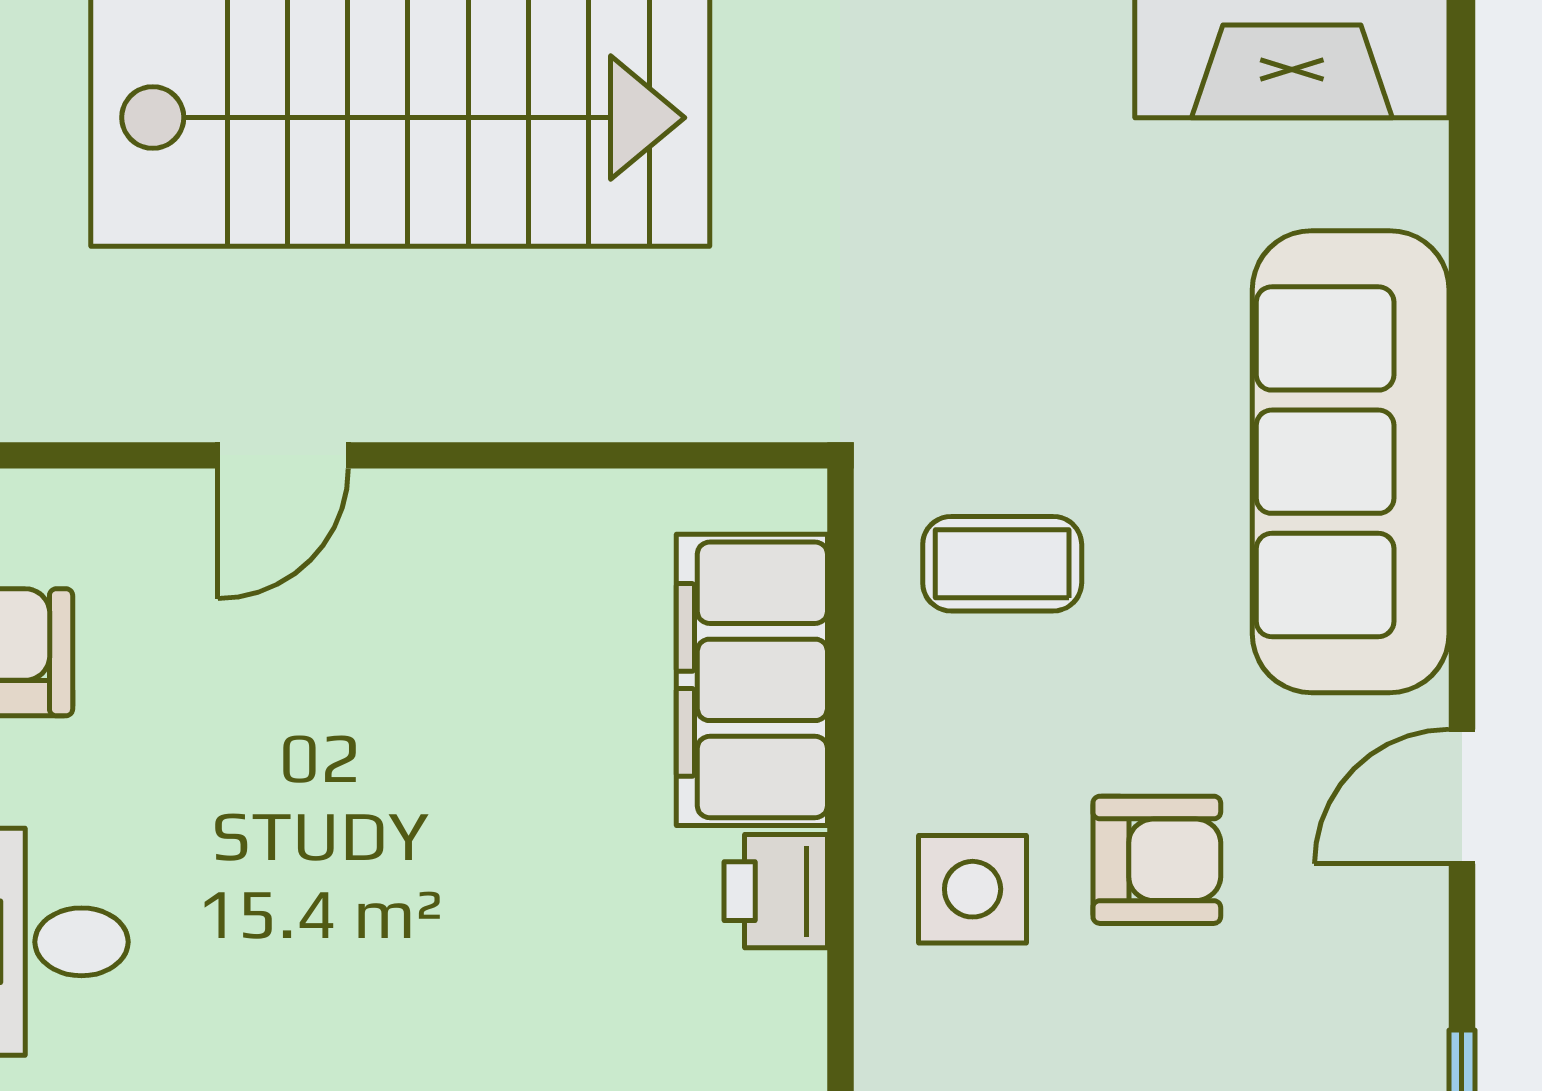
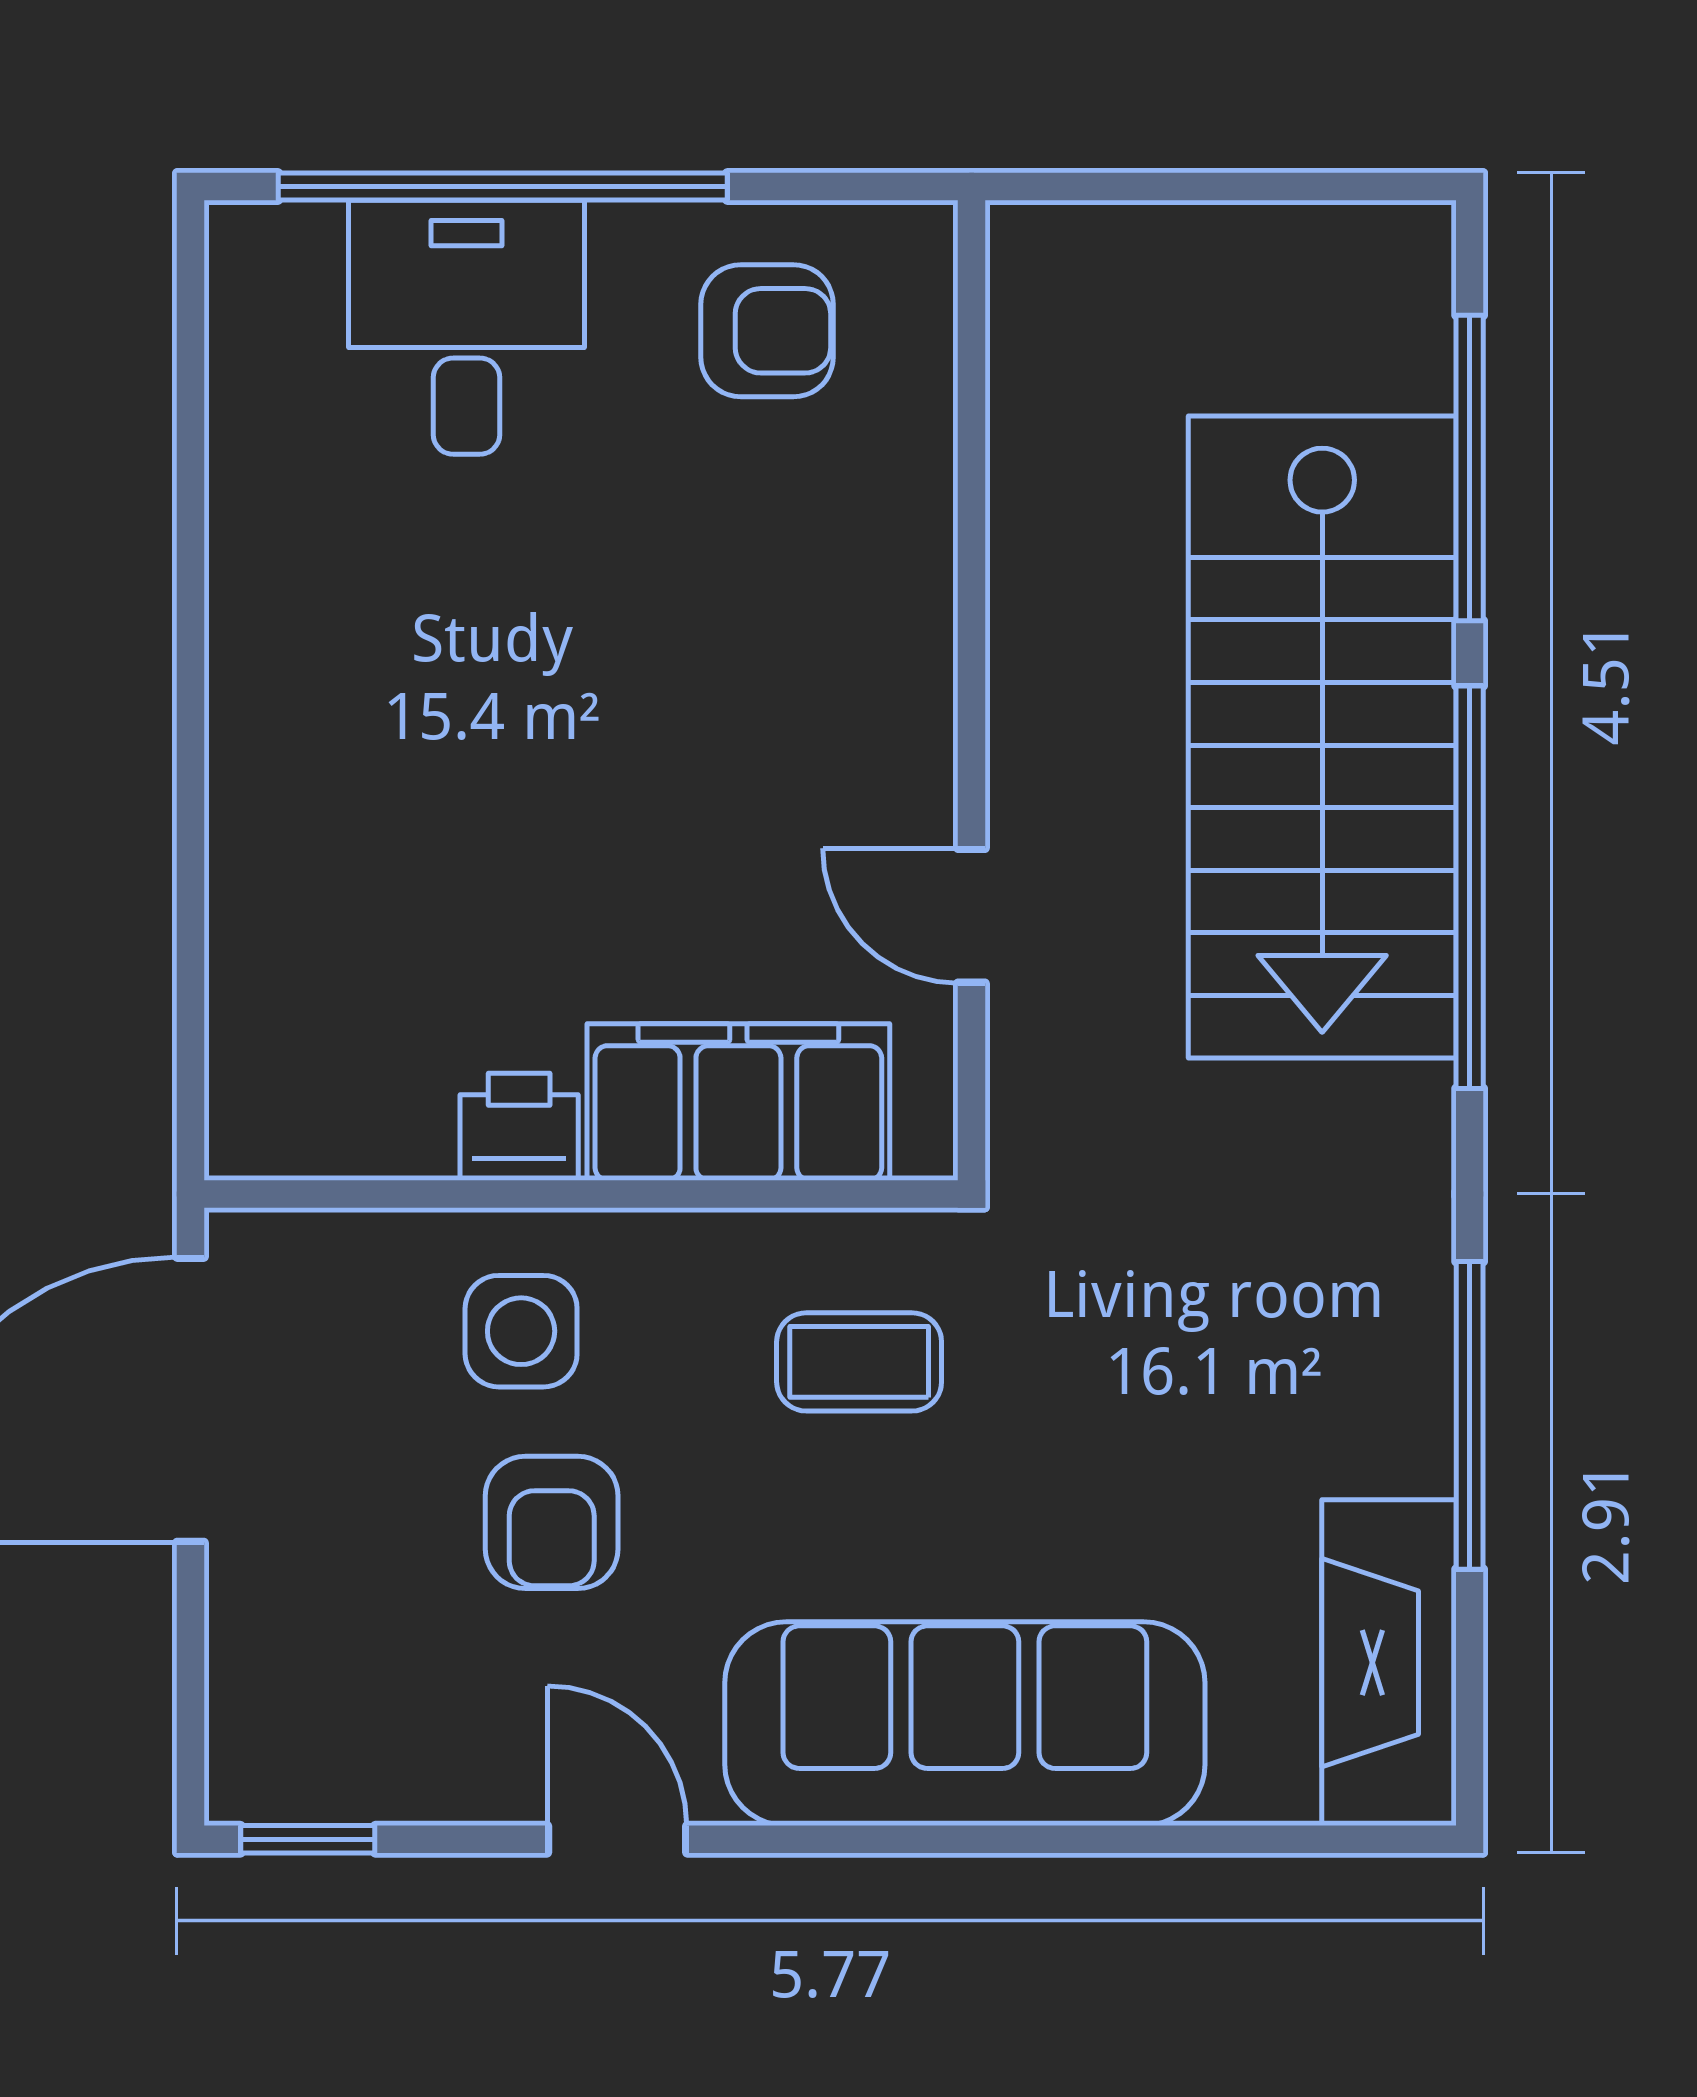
door: (283, 455) -> (972, 916), moved
coffee table: (1002, 564) -> (859, 1362), turned 90

